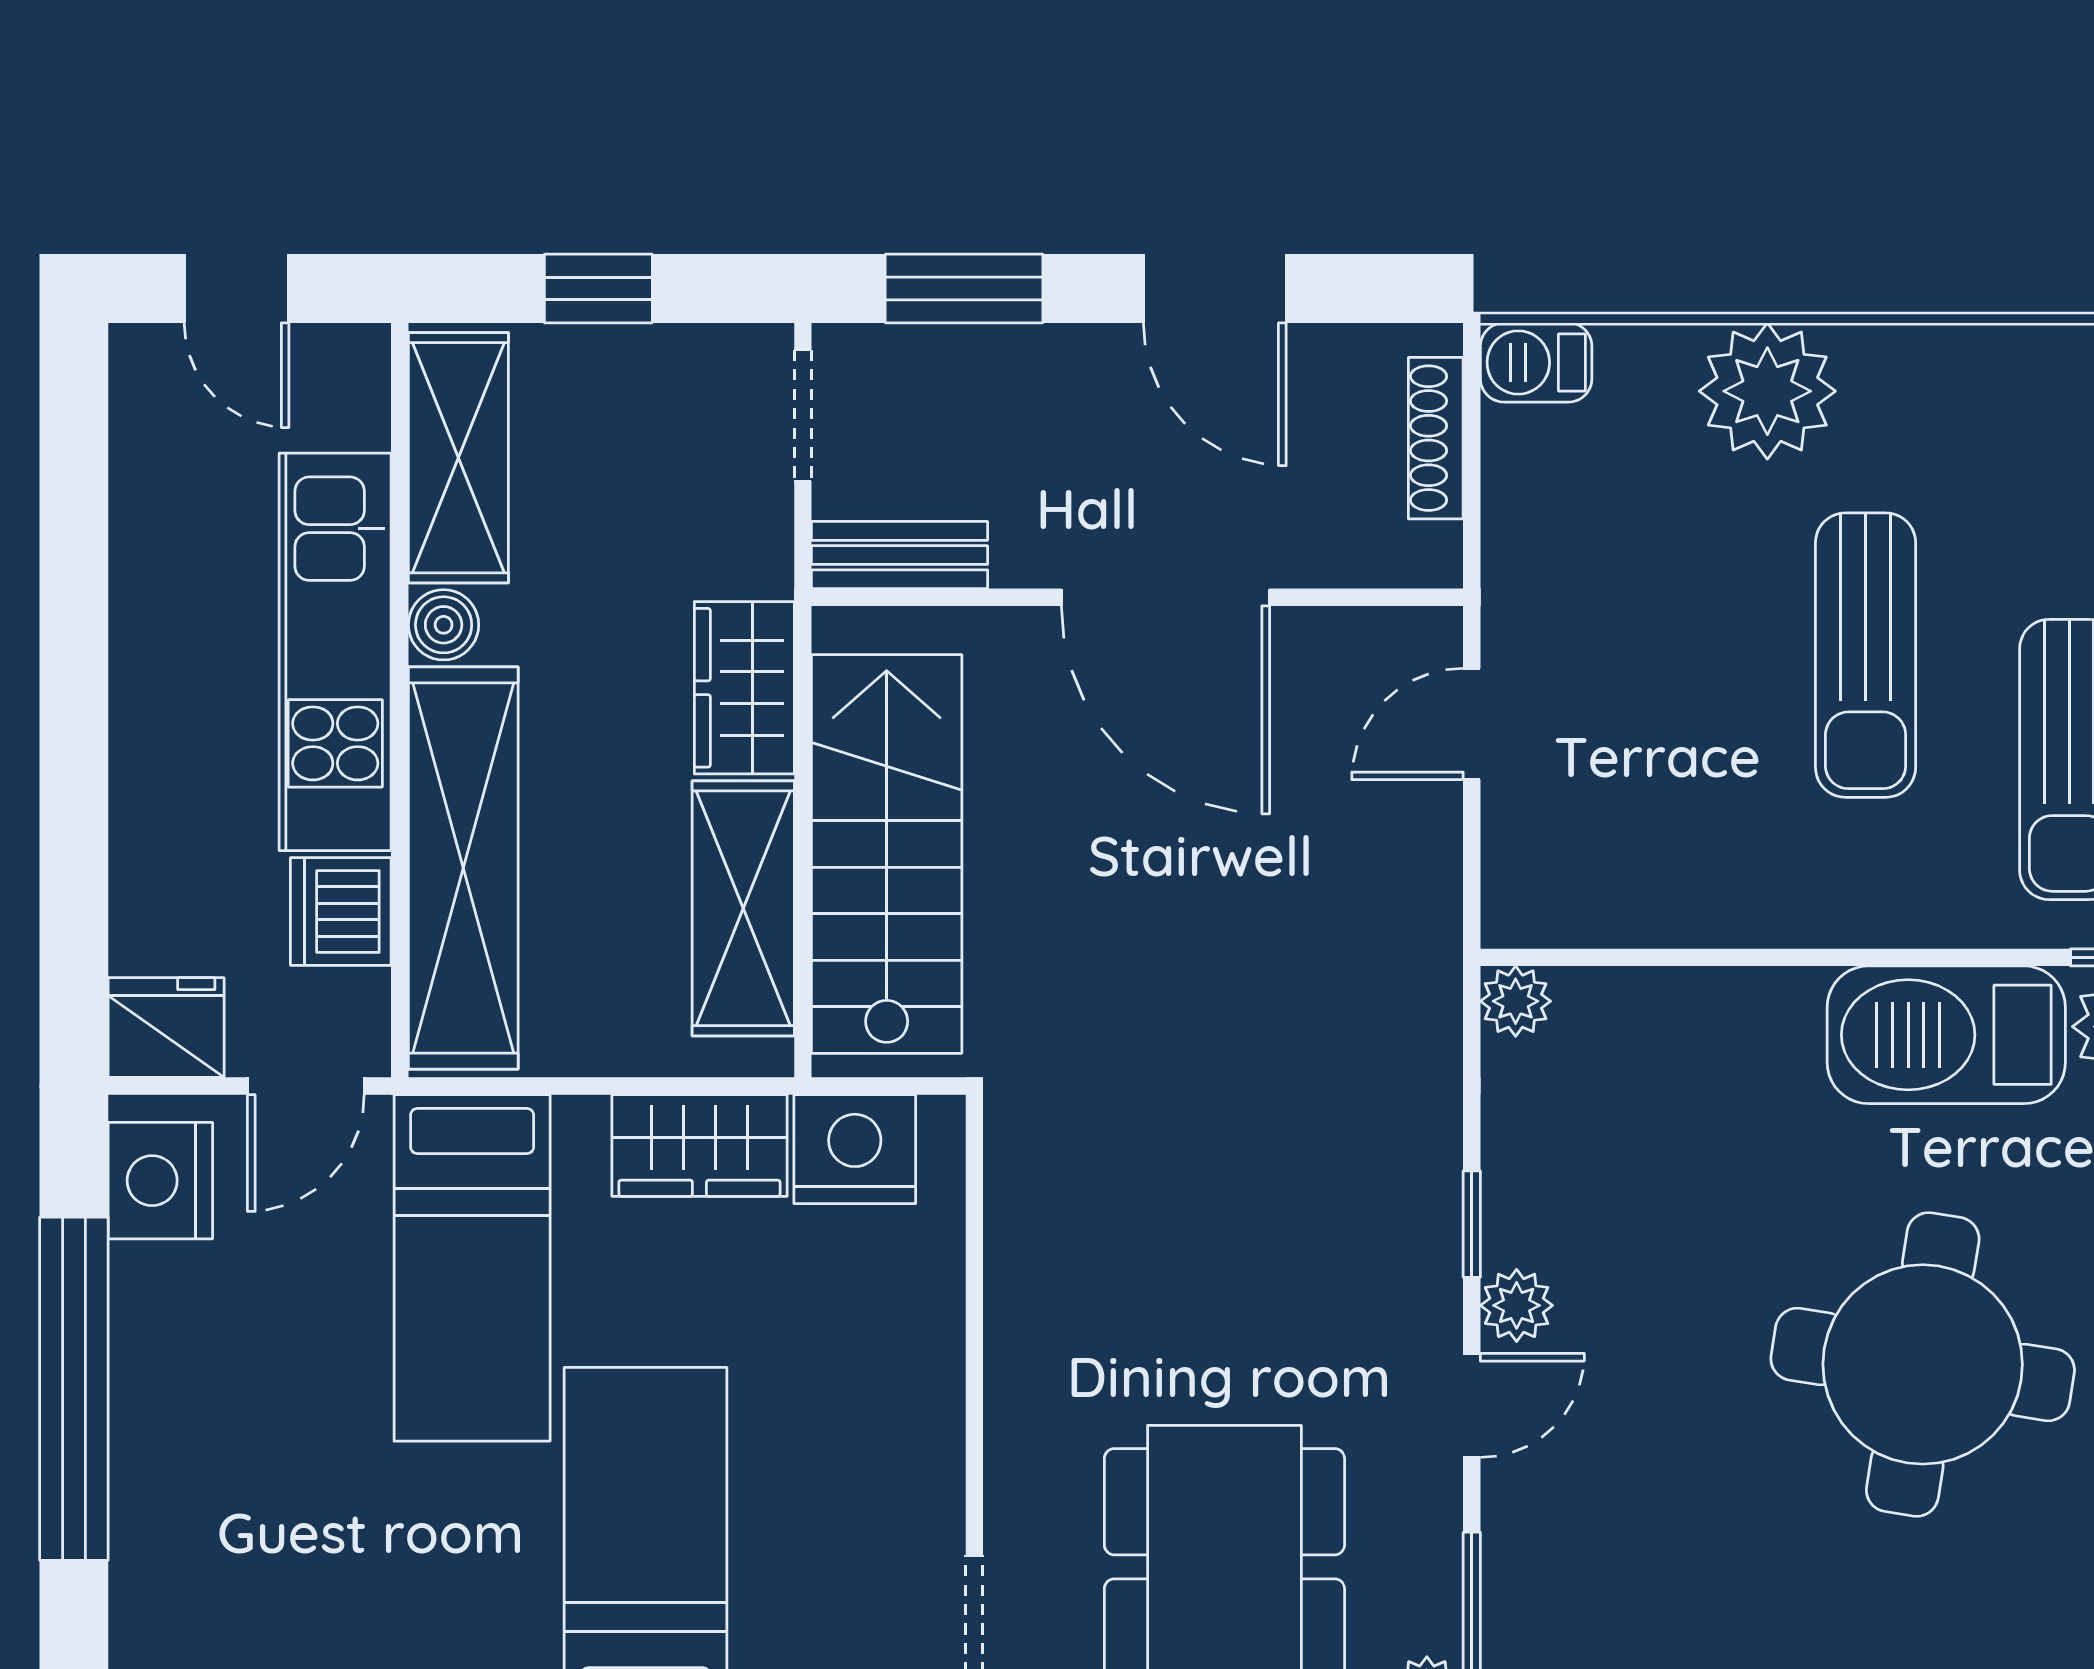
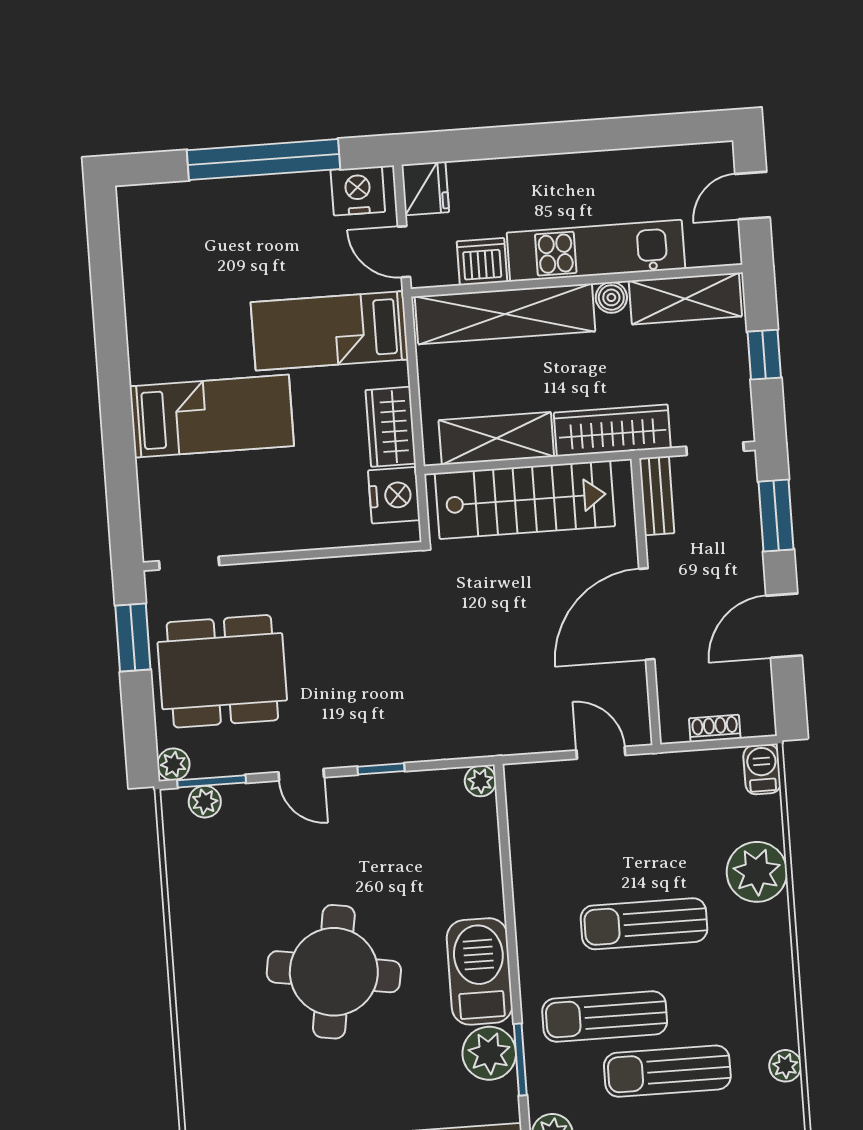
shoe rack: (1436, 438) -> (715, 728), width x0.70
wardrobe: (744, 688) -> (612, 430), width x1.50
plant: (1517, 1305) -> (205, 802), moved

